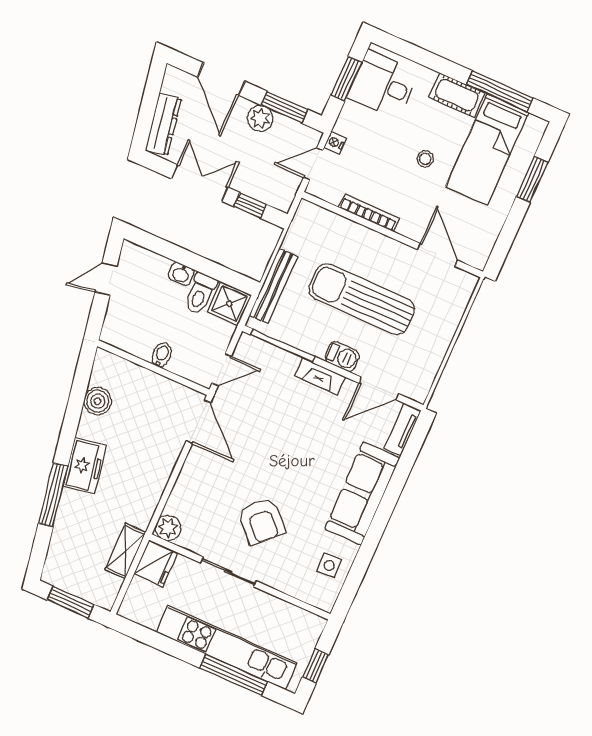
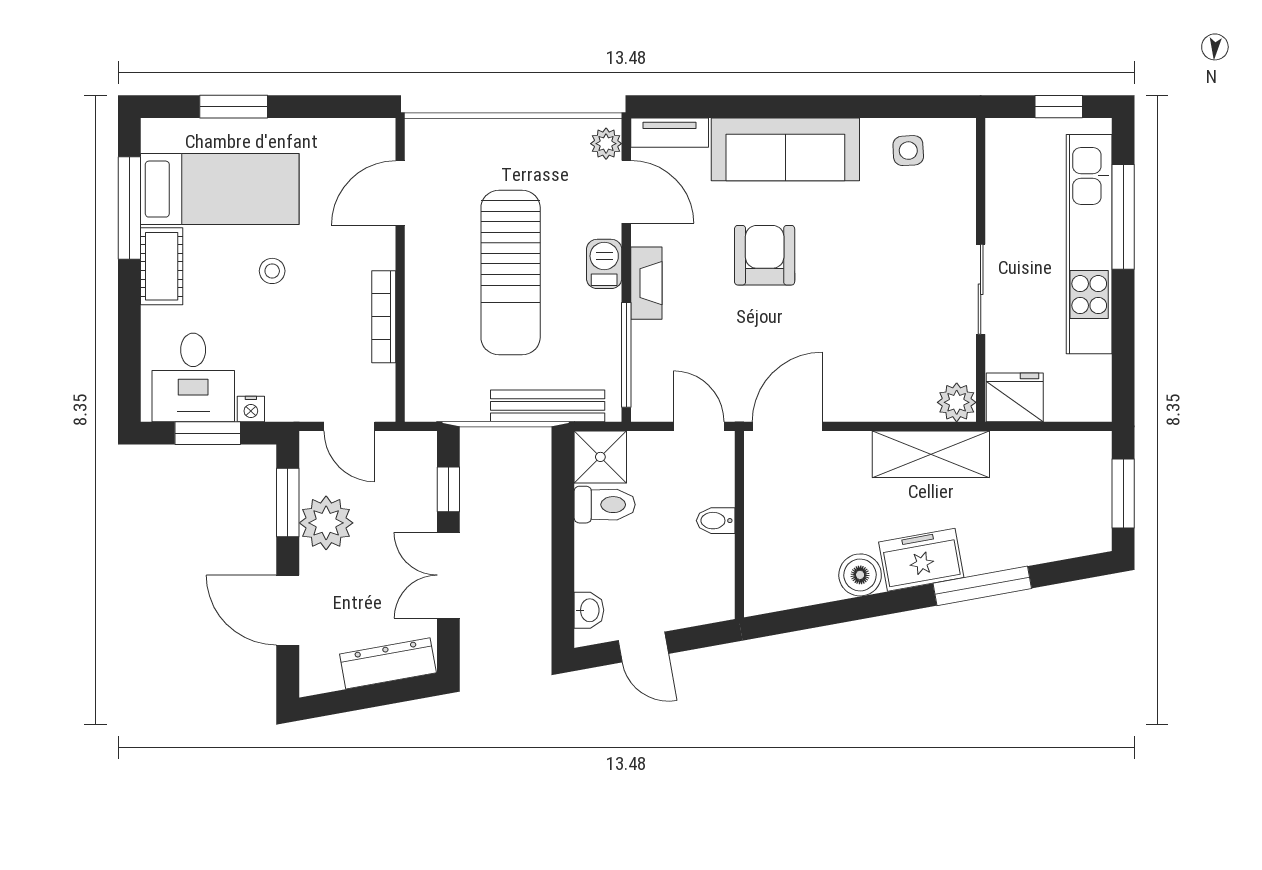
door: (221, 79) -> (288, 610), swing flipped
plant: (260, 118) -> (326, 523), width x1.36, depth x1.36
nightstand: (335, 143) -> (251, 409), moved
washbasin: (181, 274) -> (589, 610), moved
plant: (413, 389) -> (606, 144), added
boiler: (98, 401) -> (860, 575), moved
armchair: (262, 521) -> (765, 255), moved, turned -46
shelving: (125, 551) -> (931, 454), moved, width x1.50, depth x1.33

